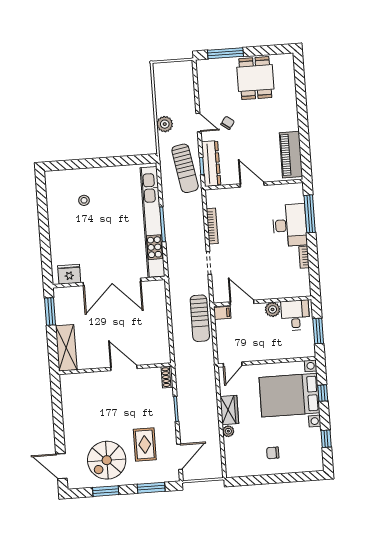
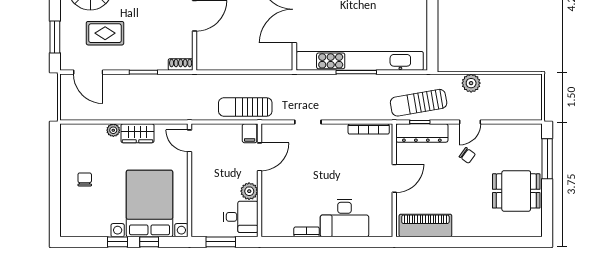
window: (310, 214) -> (356, 242), removed
bookcase: (212, 226) -> (369, 129), moved
window: (326, 439) -> (118, 242), moved

